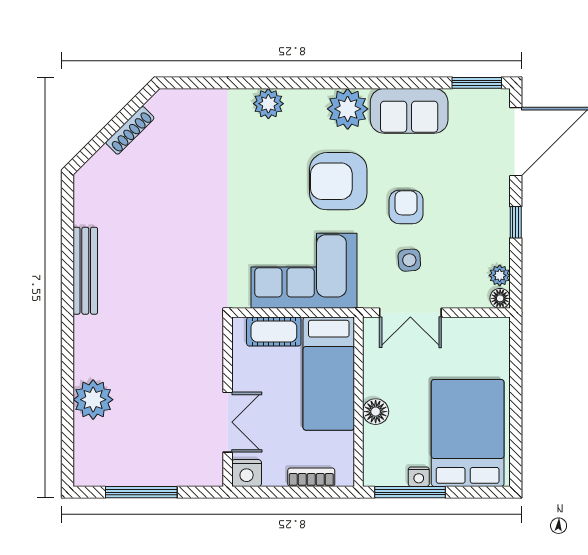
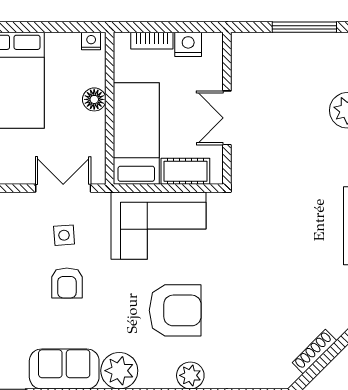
armchair: (338, 181) -> (175, 310), moved
double door: (228, 422) -> (227, 118), moved
nightstand: (247, 473) -> (188, 44), moved
nightstand: (419, 477) -> (91, 41), moved
window: (410, 492) -> (63, 27), removed

